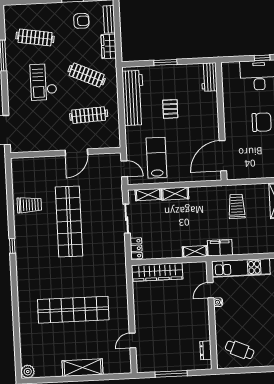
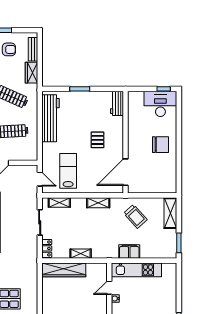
pallet: (170, 109) -> (97, 140), moved
shelving: (175, 194) -> (98, 203), moved
trolley: (237, 206) -> (135, 216), turned 138
filing cabinet: (220, 248) -> (129, 251), moved
shelving: (195, 252) -> (81, 254), moved

